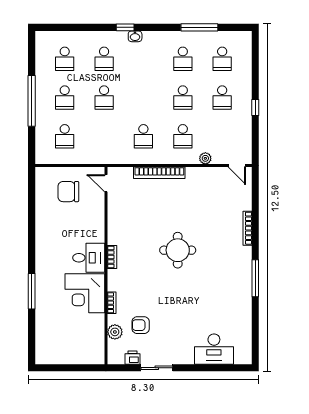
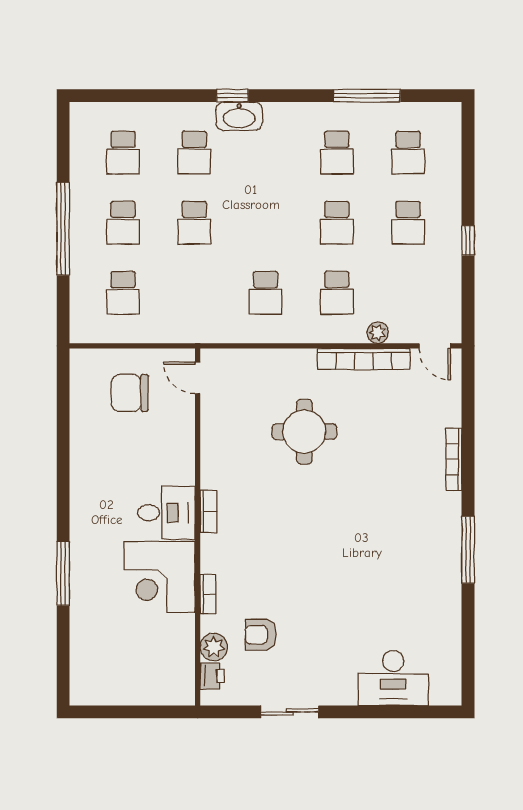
washbasin: (135, 36) -> (239, 116), width x1.91, depth x1.45
bookcase: (159, 173) -> (364, 359), moved
round table: (178, 250) -> (304, 432), moved
printer: (132, 358) -> (212, 676), moved, turned 90

